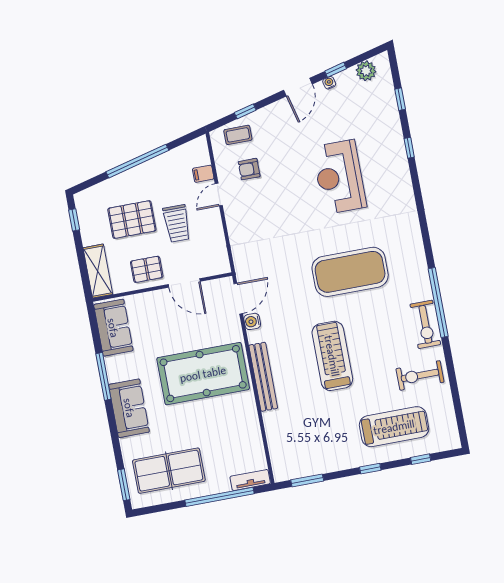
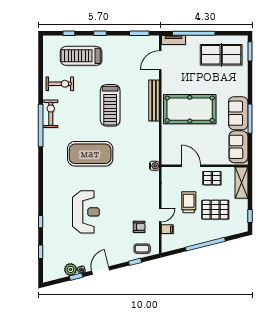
plant: (366, 71) -> (70, 269), moved
door: (238, 299) -> (160, 60), moved
water cooler: (252, 321) -> (154, 166), moved
sofa: (129, 408) -> (238, 113), moved

